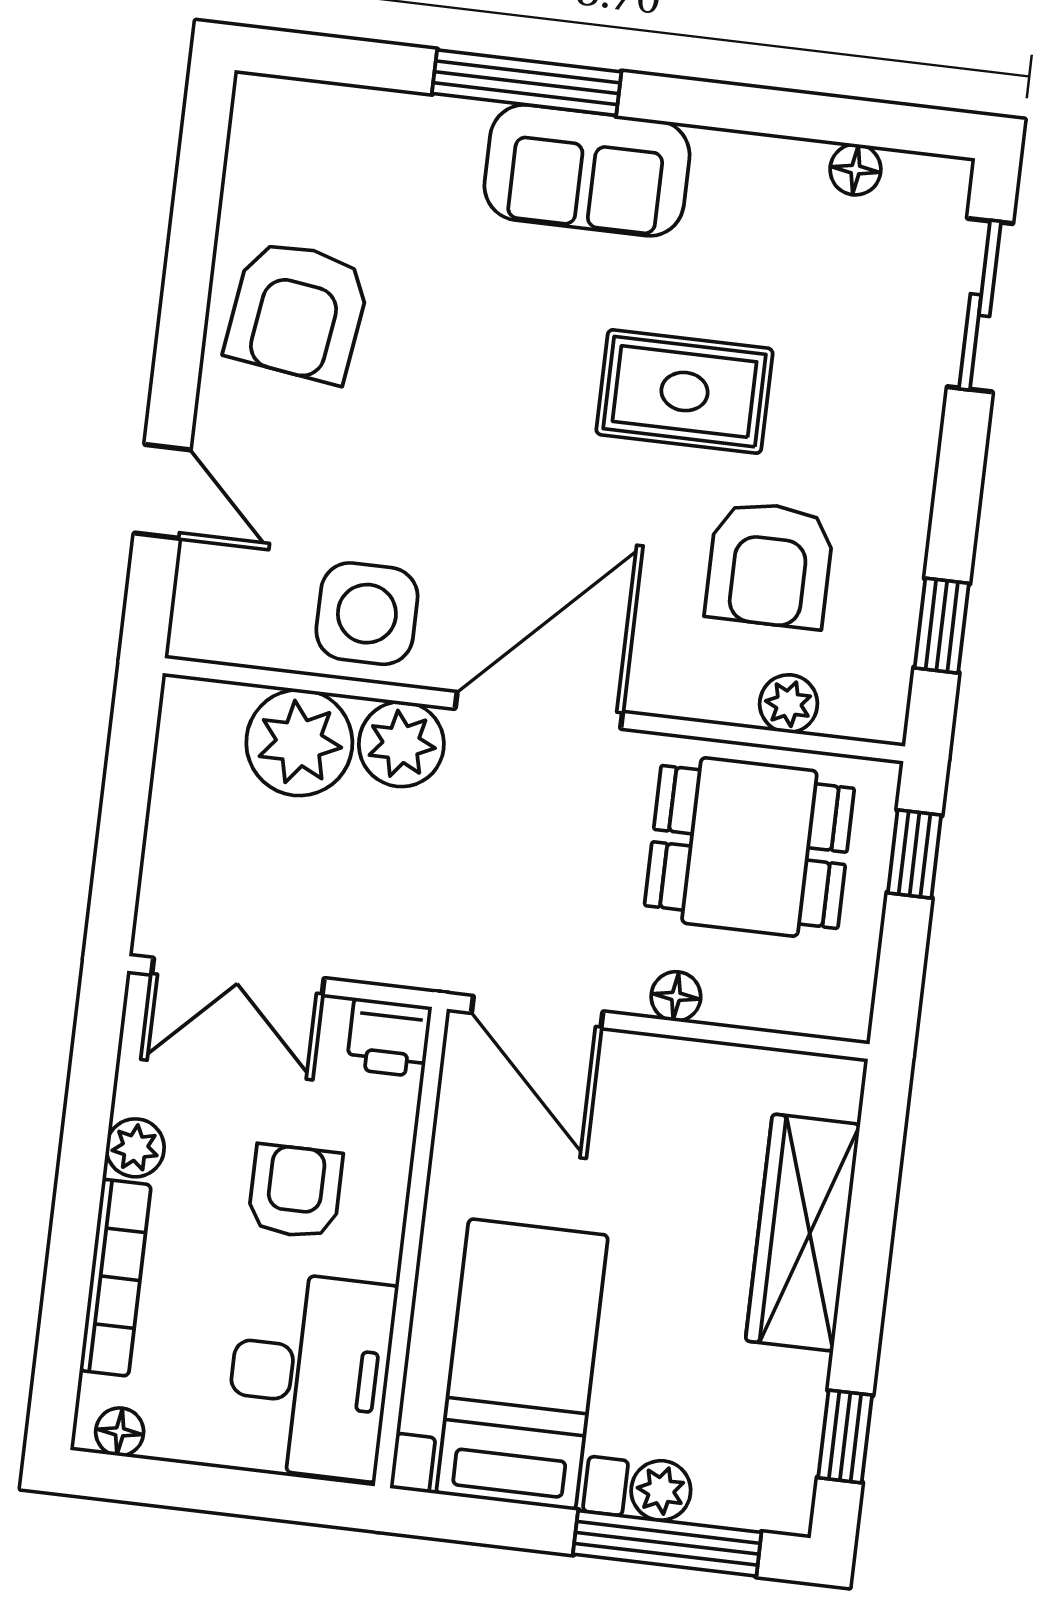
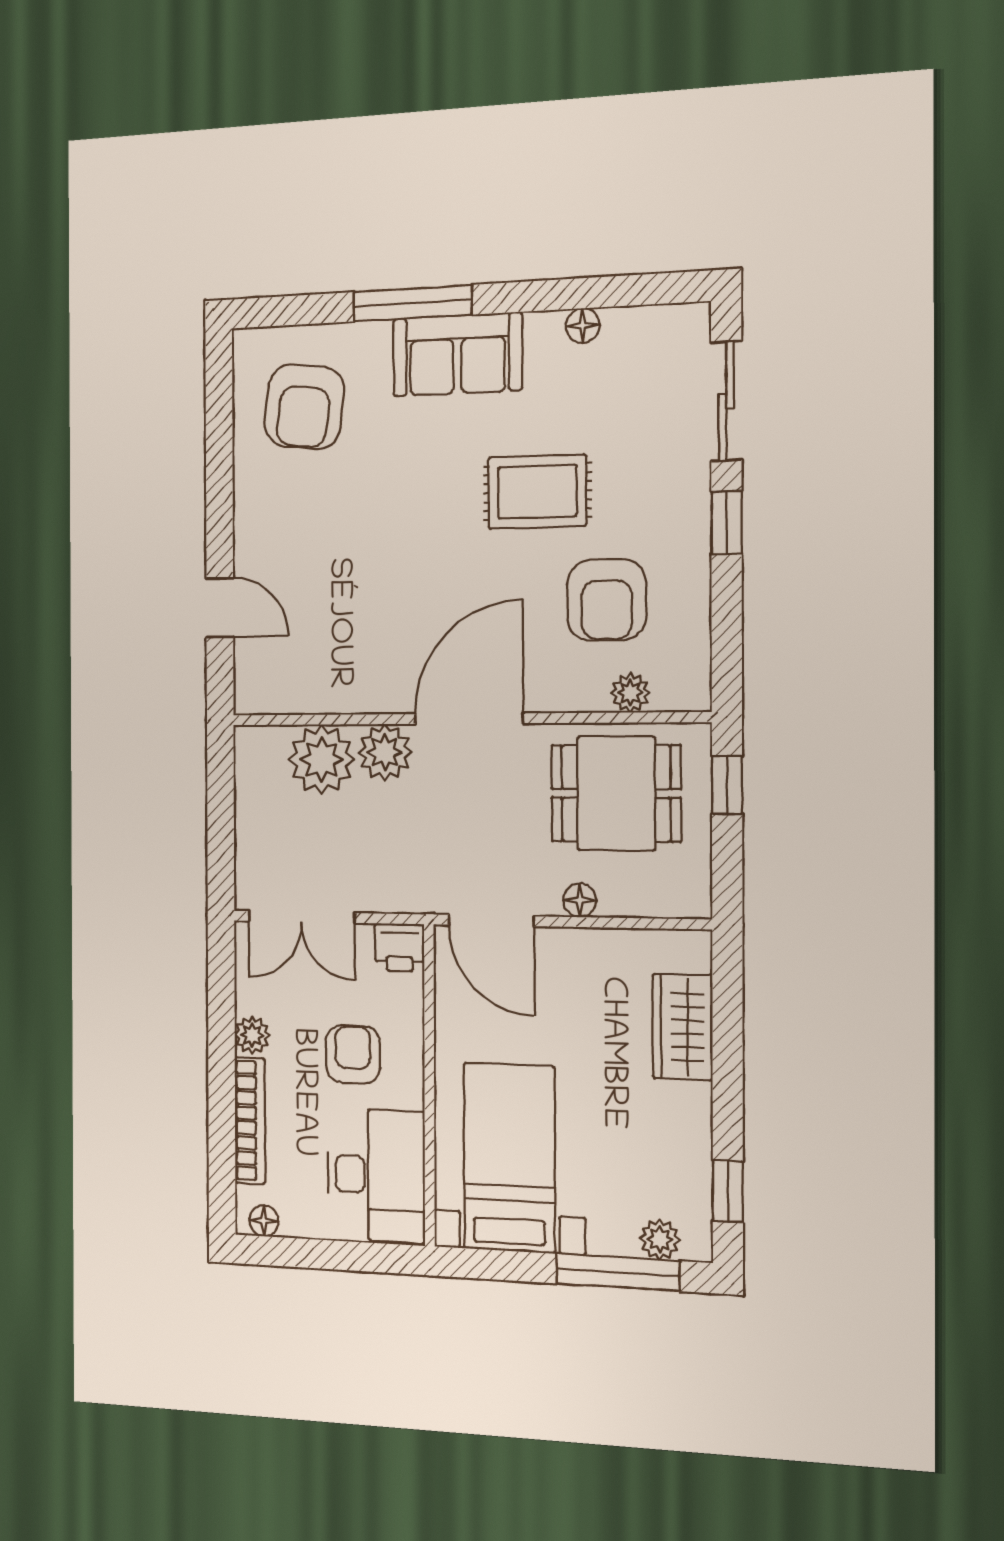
floor lamp: (855, 170) -> (583, 326), moved
armchair: (298, 311) -> (304, 407), moved
side table: (367, 614) -> (353, 669), removed
window: (942, 626) -> (727, 522), moved
wardrobe: (803, 1233) -> (683, 1027), width x0.67
plant: (661, 1490) -> (660, 1239), moved

